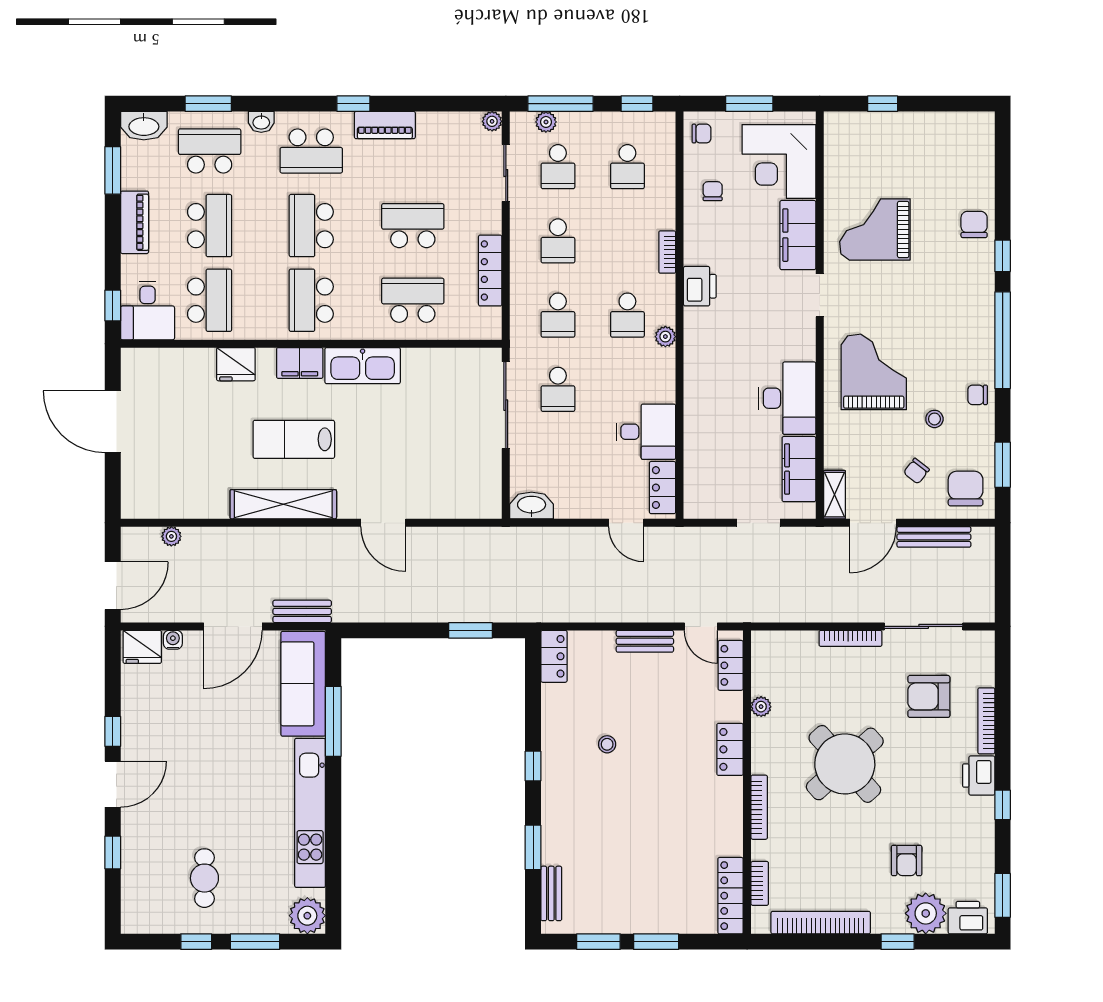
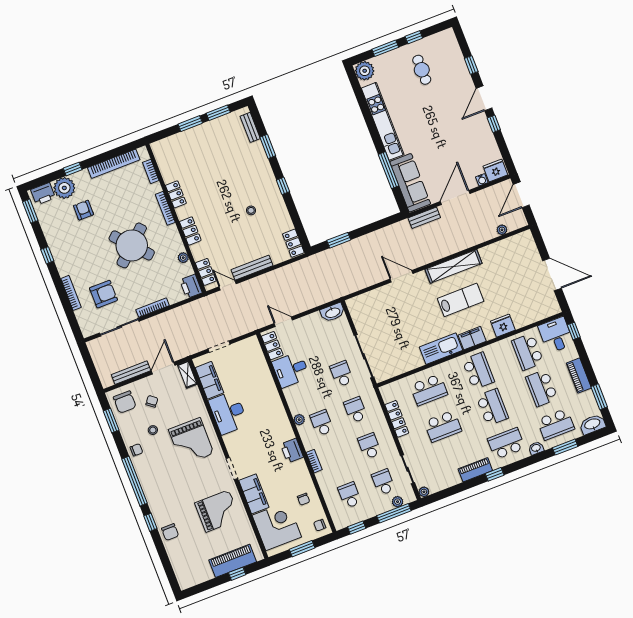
piano: (882, 130) -> (233, 561), added
bench: (645, 641) -> (252, 268), width x1.36
printer: (979, 776) -> (191, 286), moved, turned 180
locker: (731, 896) -> (176, 194), moved, width x0.66

